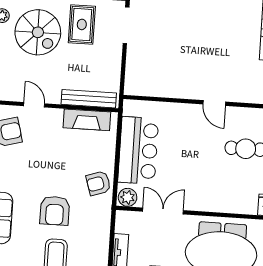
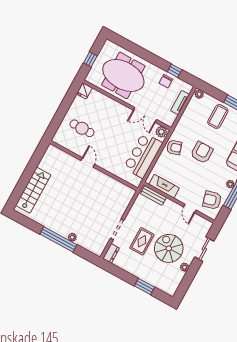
bench: (89, 99) -> (153, 195), width x0.73
armchair: (55, 211) -> (202, 152), moved

